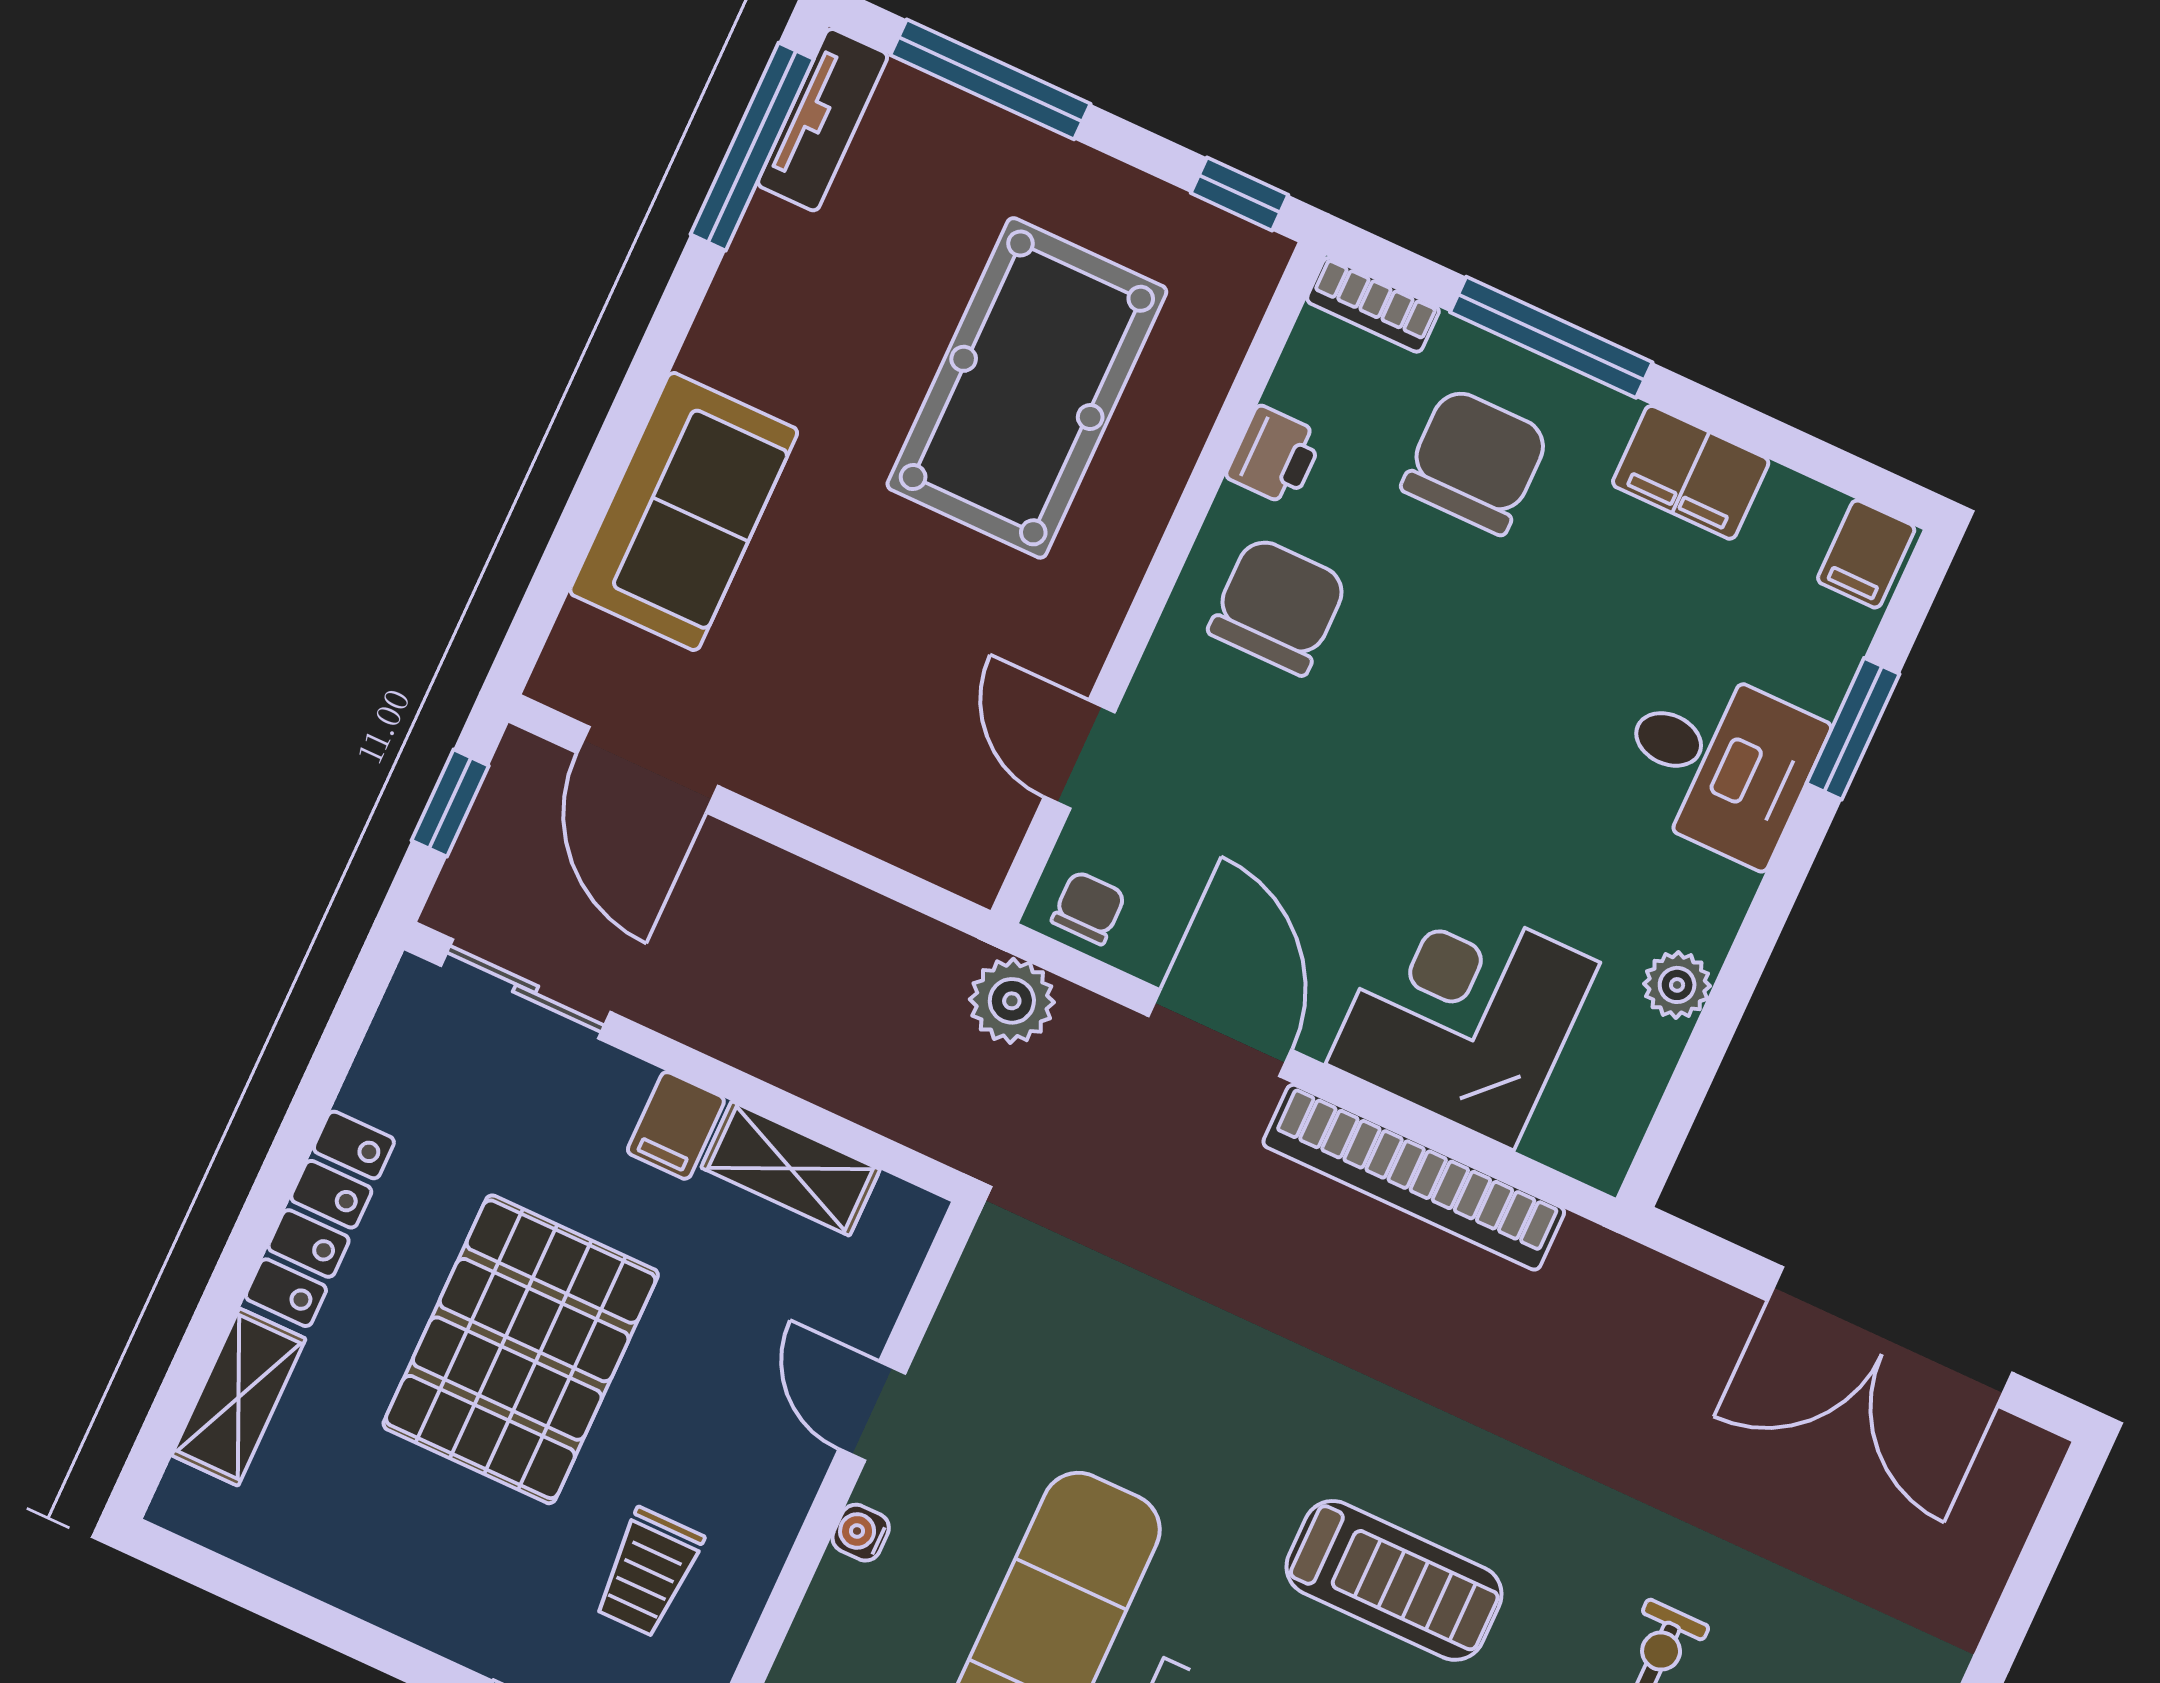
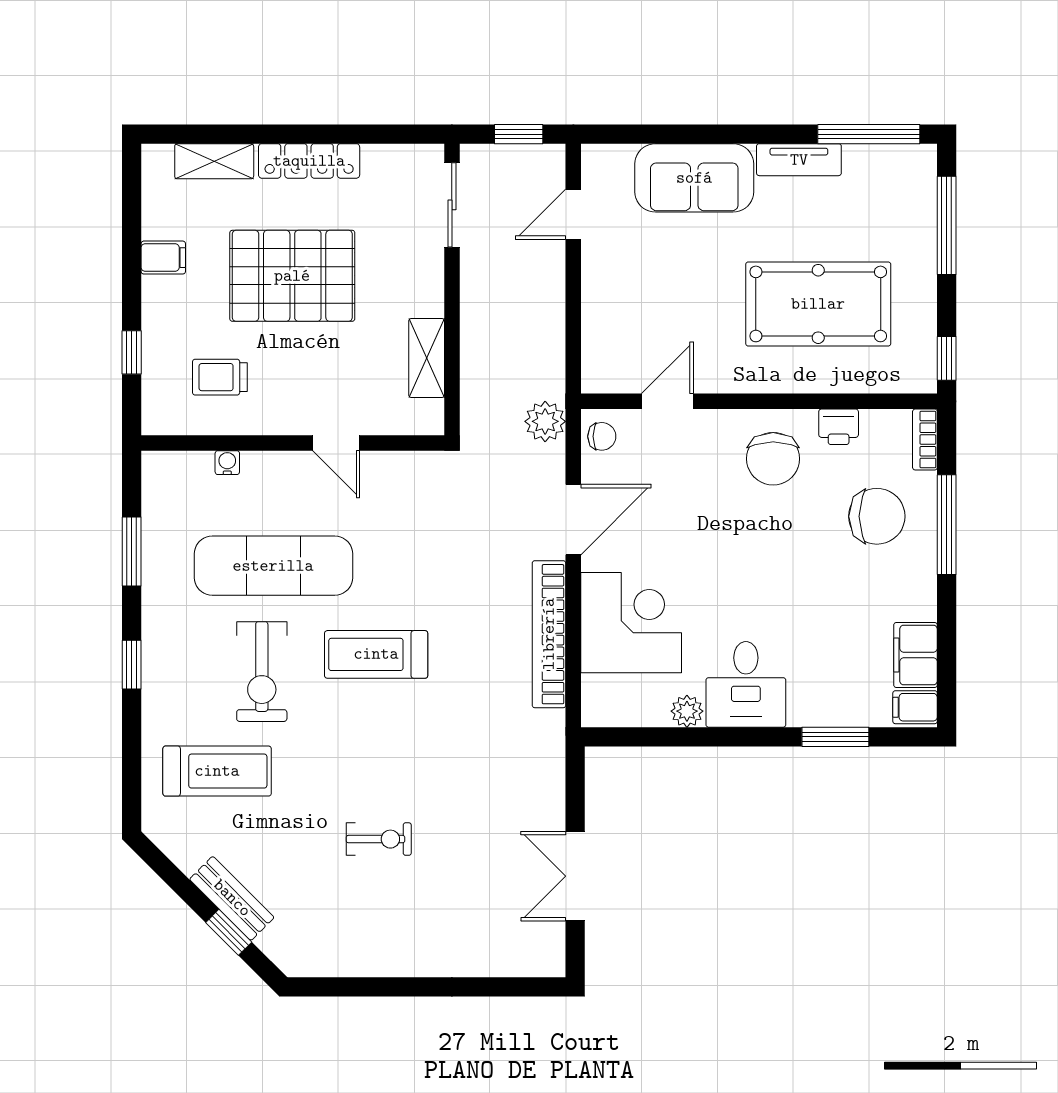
tv unit: (823, 120) -> (799, 160), moved
filing cabinet: (1691, 472) -> (915, 655), moved
chair: (1278, 606) -> (773, 459), turned 90
desk: (1718, 762) -> (746, 684), moved
door: (648, 770) -> (573, 214), width x0.73
filing cabinet: (676, 1125) -> (163, 258), moved, turned 180
double door: (1890, 1337) -> (575, 876), width x0.73
door: (872, 1411) -> (336, 443), swing flipped
water cooler: (861, 1533) -> (227, 463), moved
treadmill: (1394, 1580) -> (376, 654), moved, turned 90

